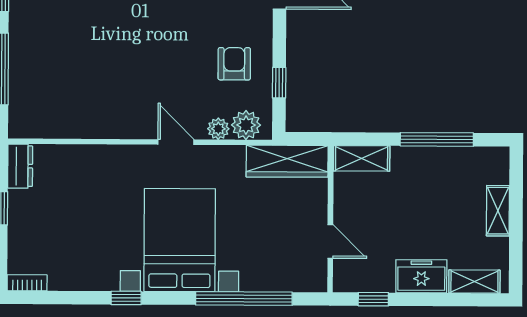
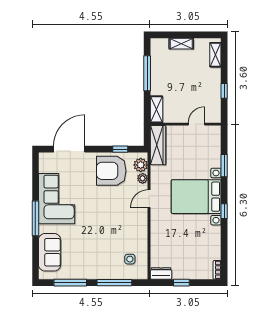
armchair: (234, 64) -> (111, 171), width x1.88, depth x1.88
side table: (50, 101) -> (130, 259), added
freezer: (421, 276) -> (213, 80), removed
window: (126, 298) -> (224, 211), moved
window: (244, 299) -> (224, 166), width x0.47
window: (373, 299) -> (224, 91), moved

